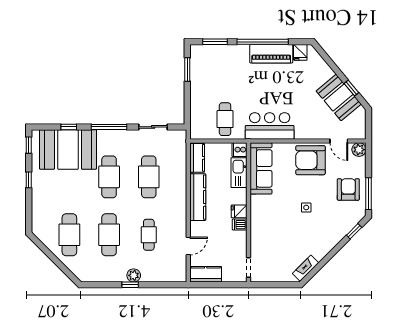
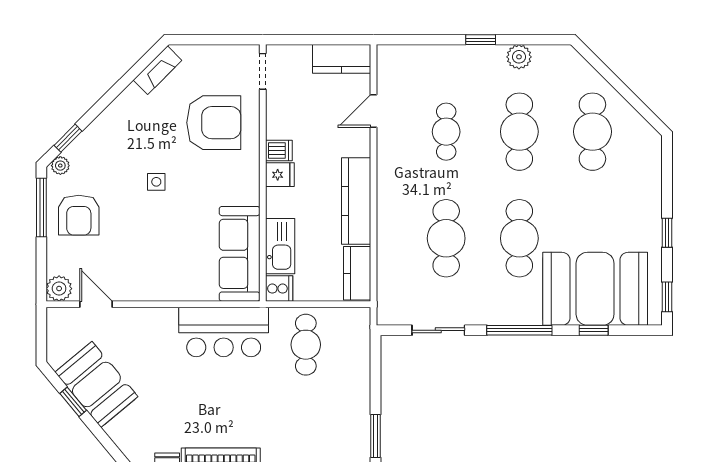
armchair: (311, 160) -> (214, 123), moved
plant: (358, 216) -> (60, 166), added
plant: (134, 275) -> (519, 57), moved

